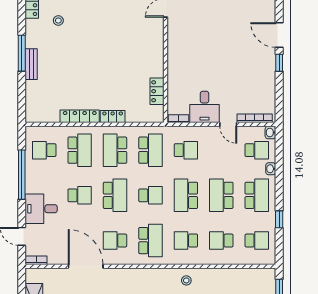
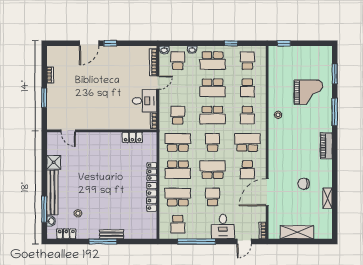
school desk: (257, 195) -> (213, 61), turned 180

